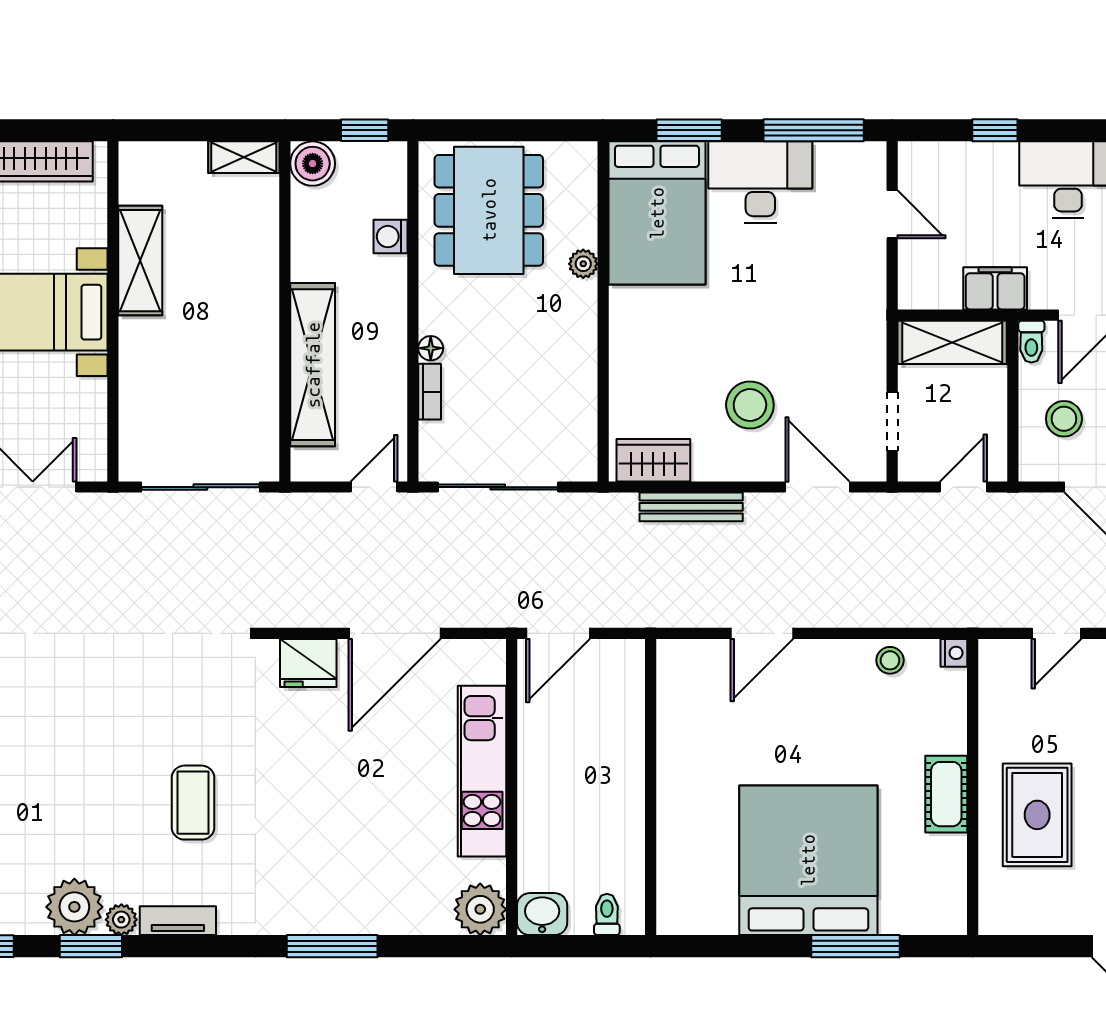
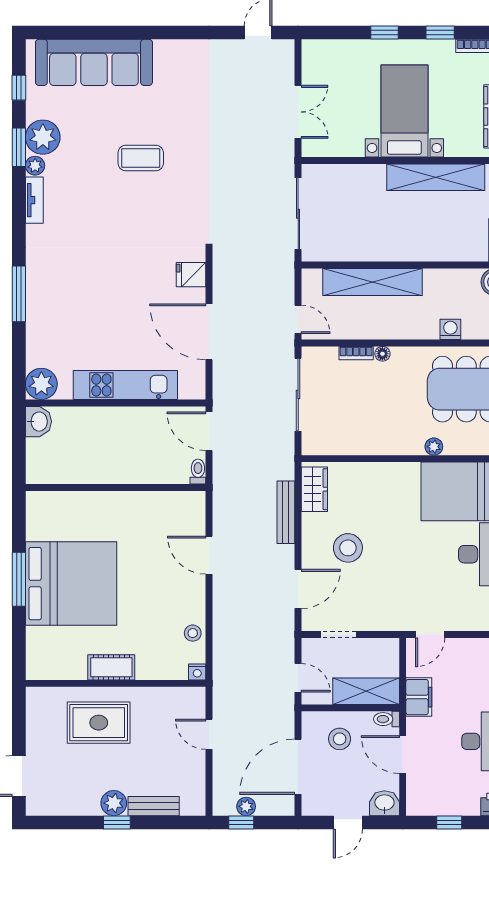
door: (892, 214) -> (430, 634), moved
shelving: (140, 261) -> (436, 177), width x1.47
shelving: (952, 342) -> (366, 691), moved, turned 90
fridge: (308, 663) -> (191, 275), width x0.72
coffee table: (193, 803) -> (141, 158), moved
toilet: (607, 914) -> (198, 472), moved, turned -90
window: (856, 946) -> (19, 579), moved

